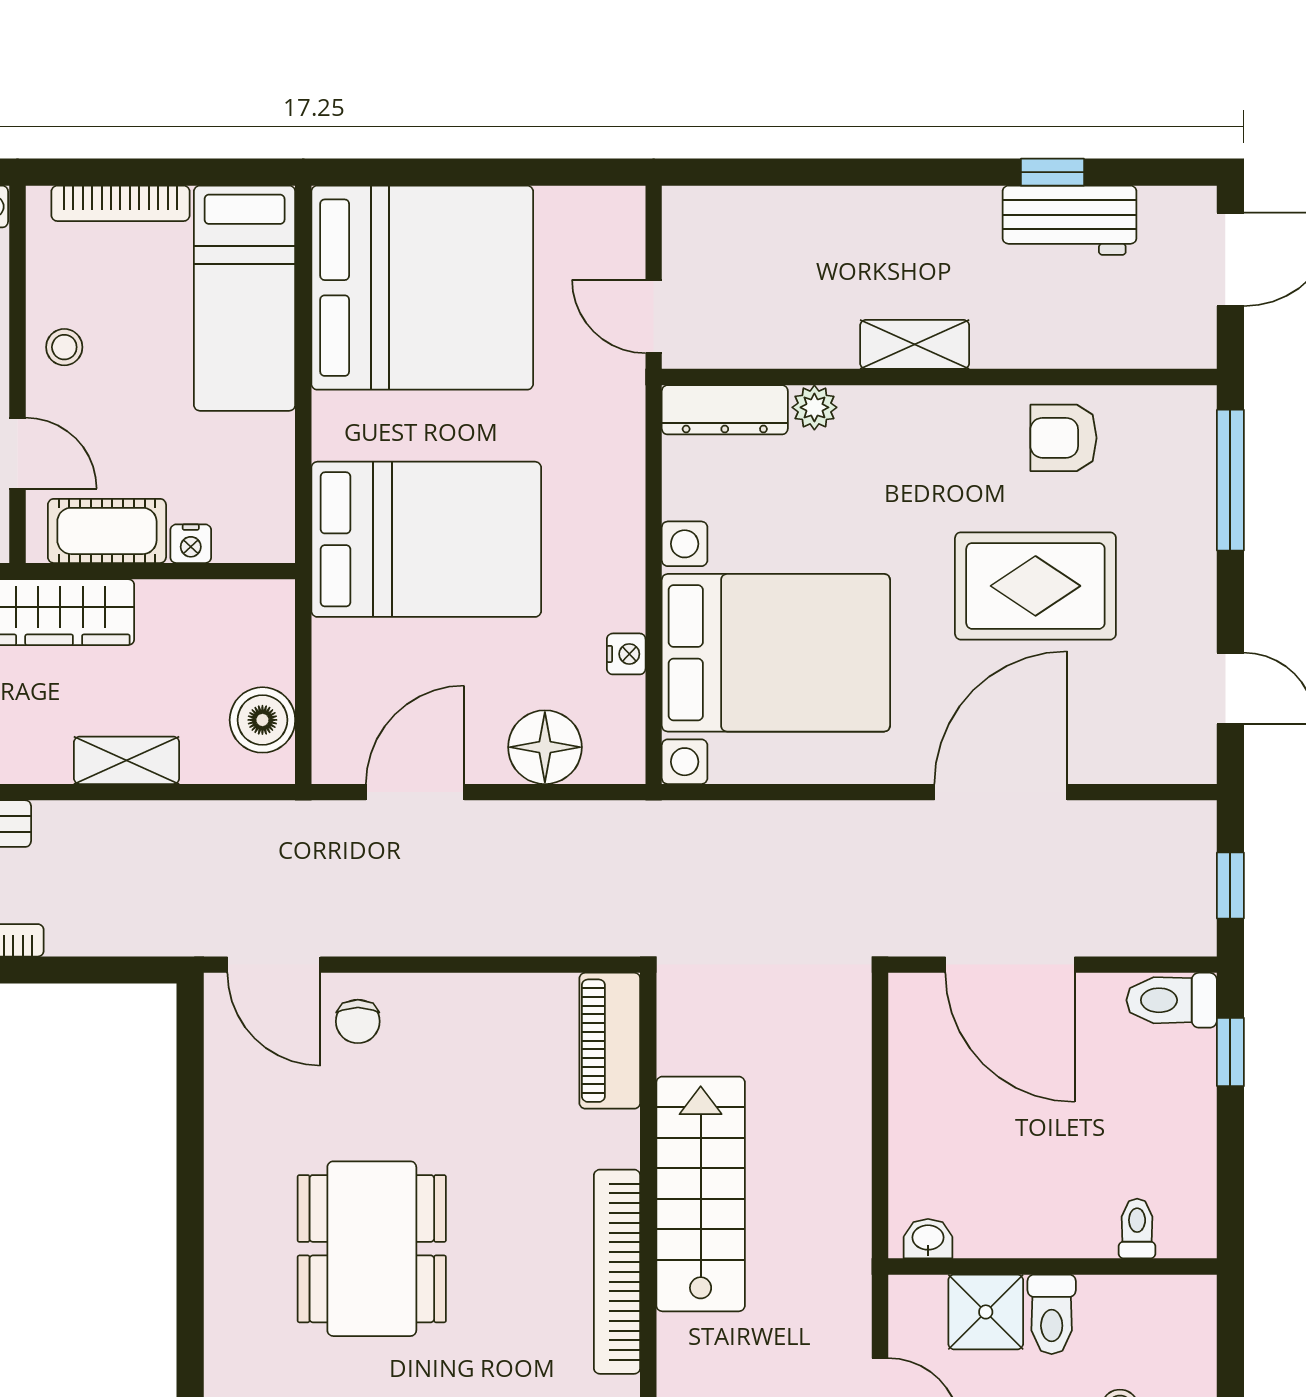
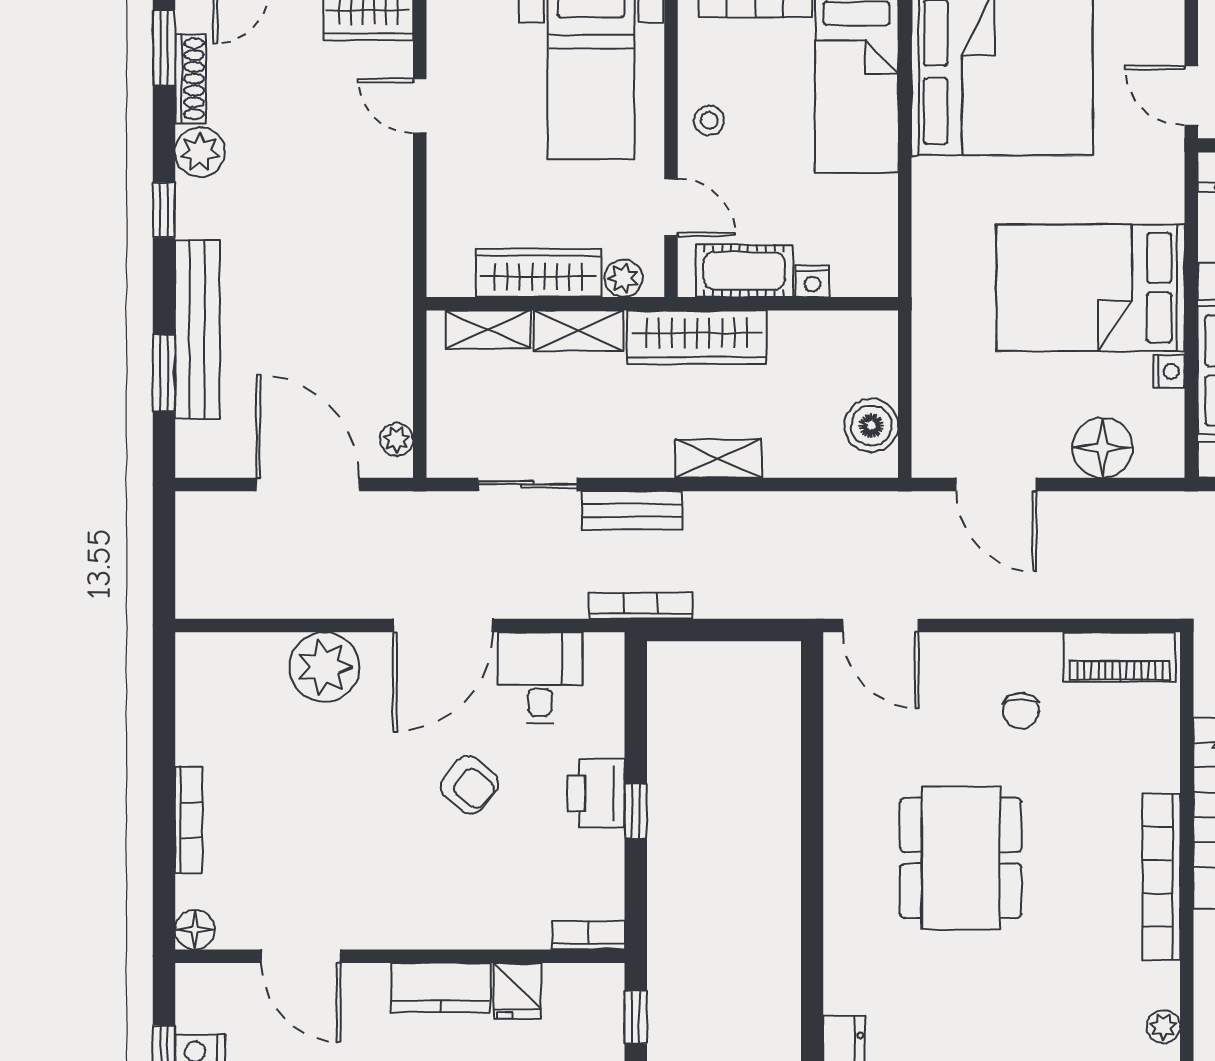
bed: (426, 539) -> (1091, 288), moved, turned 180
shelving: (127, 760) -> (718, 459), moved
door: (415, 792) -> (996, 484), swing flipped
chair: (358, 1021) -> (1021, 711), moved
piano: (610, 1041) -> (1120, 657), moved, turned -90

